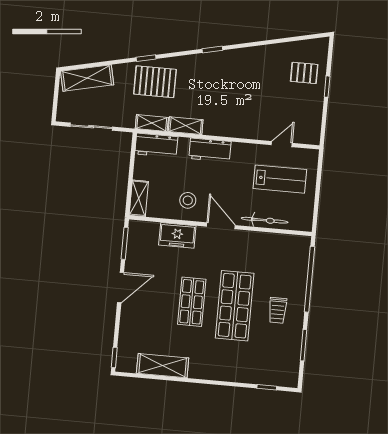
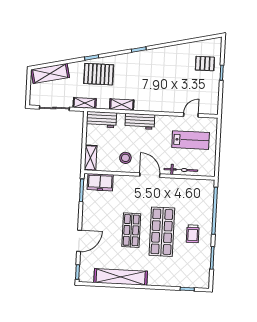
shelving: (152, 123) -> (85, 103), moved
freezer: (177, 235) -> (100, 182), moved
door: (121, 288) -> (79, 241), moved
shelving: (163, 366) -> (121, 277), width x1.47

